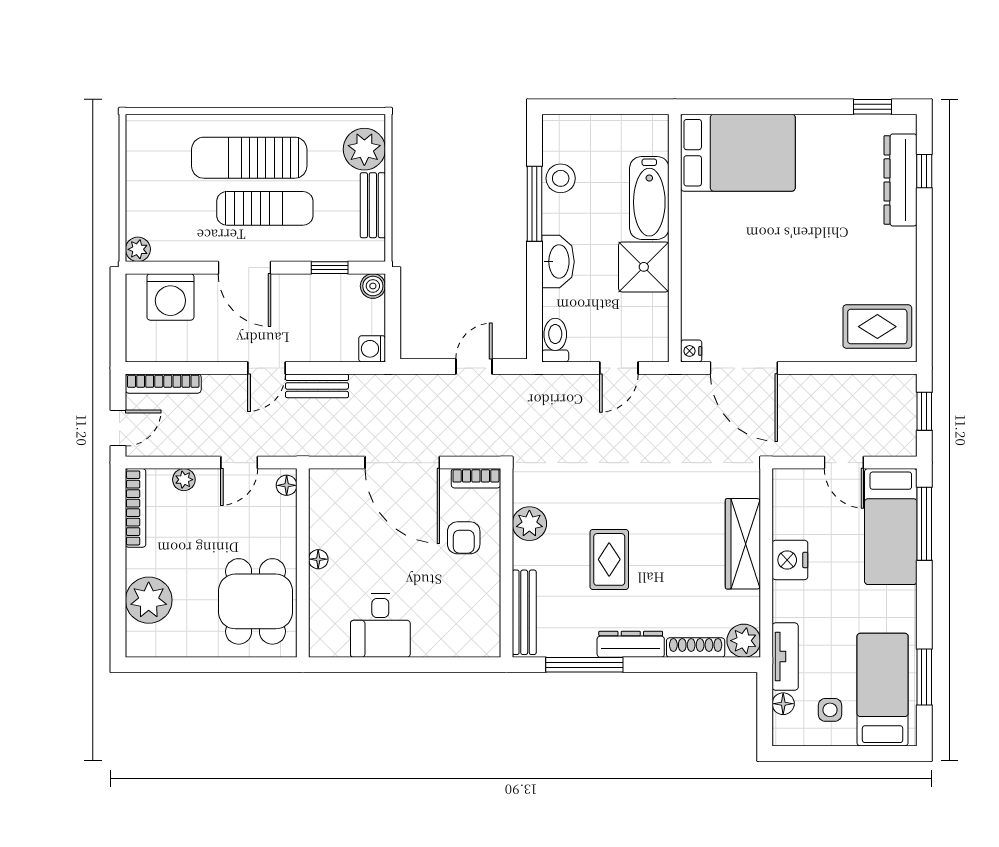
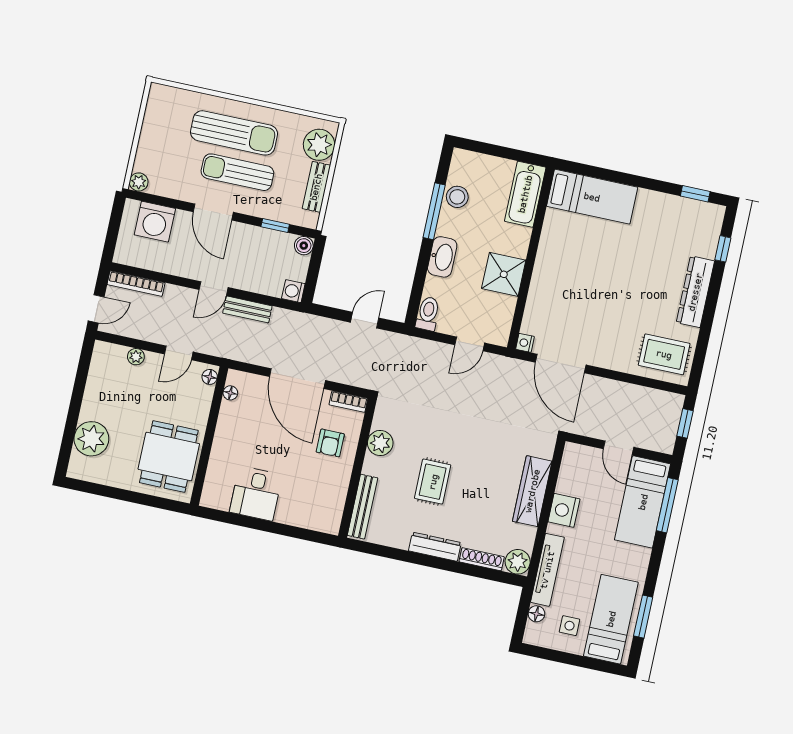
bed: (738, 153) -> (592, 197), width x0.67
sun lounger: (249, 158) -> (234, 133), turned 180
dresser: (900, 180) -> (695, 292), moved
bathtub: (649, 198) -> (525, 194), moved
sun lounger: (265, 208) -> (237, 172), turned 180
bookcase: (136, 508) -> (96, 370), removed
floor lamp: (318, 559) -> (230, 393), moved
tv unit: (785, 657) -> (547, 570), width x1.41
window: (584, 665) -> (398, 554), removed

